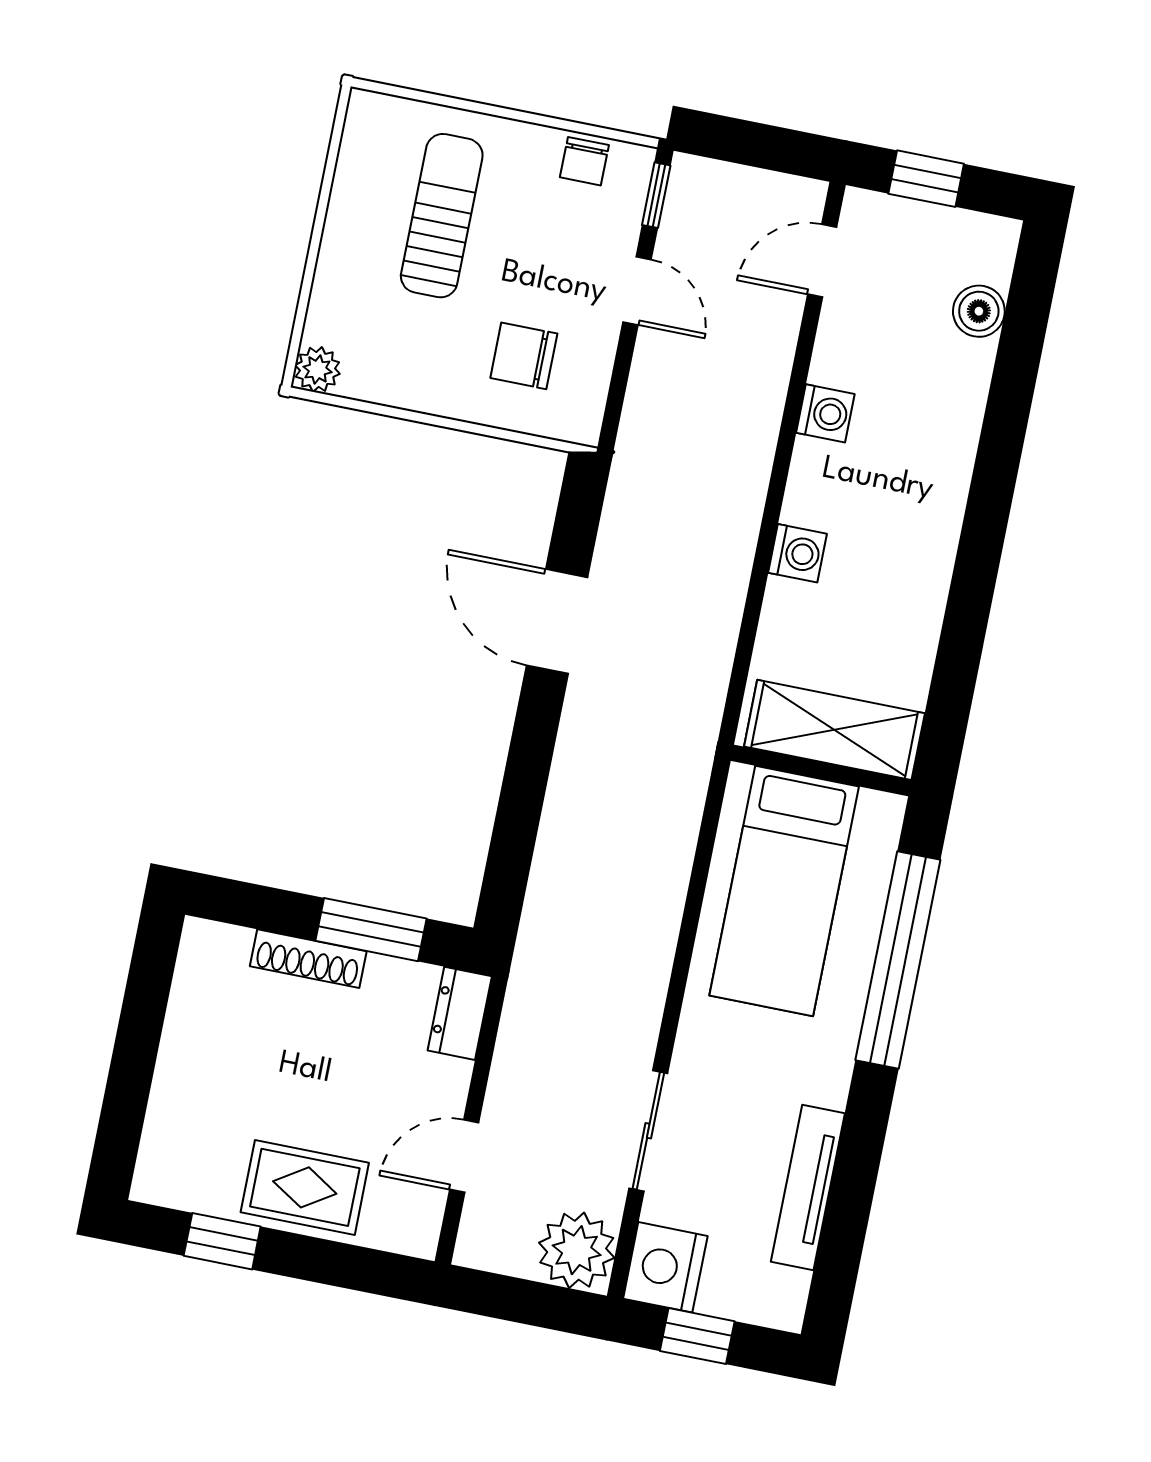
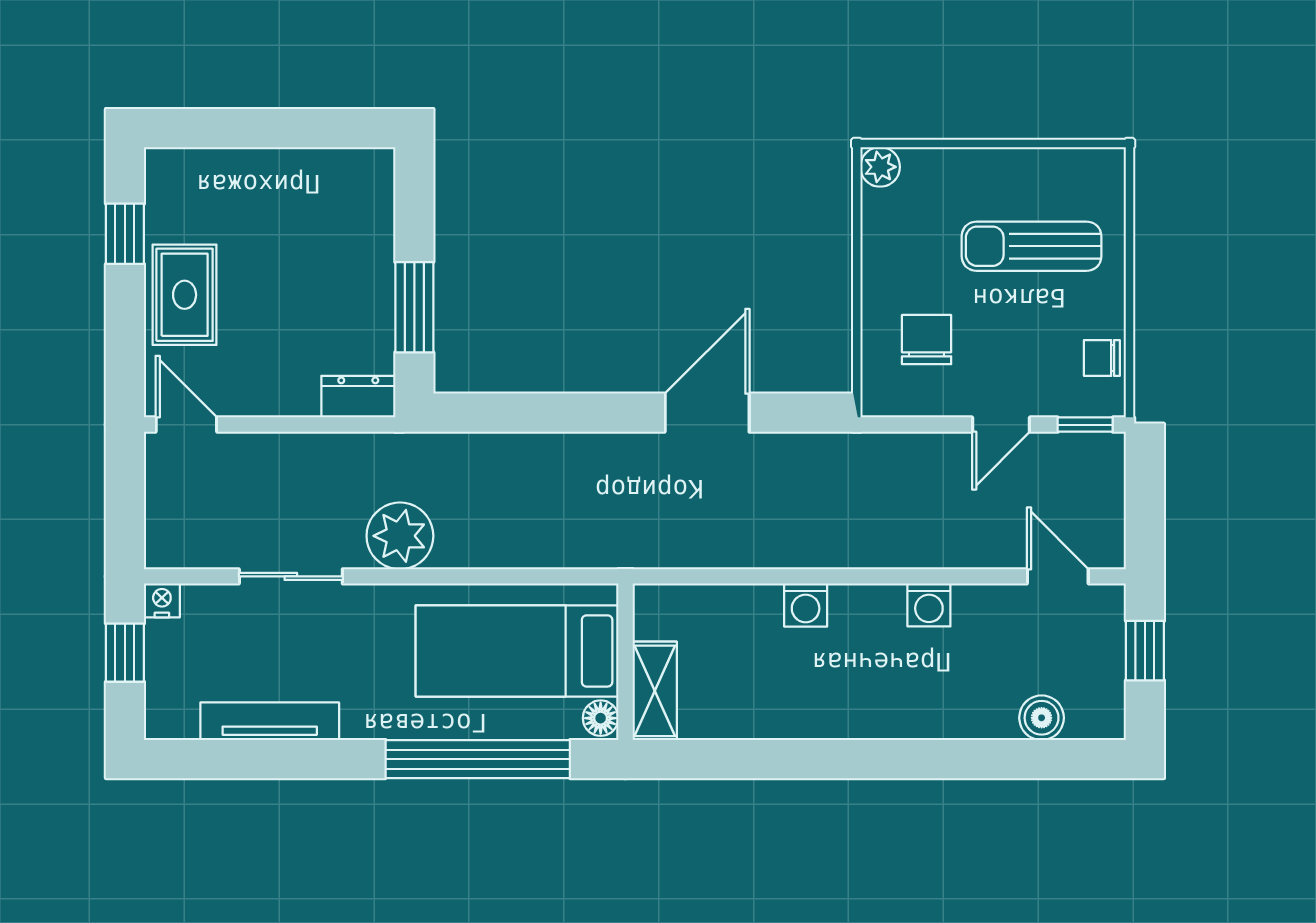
sun lounger: (442, 216) -> (1032, 246), turned 180
shelving: (834, 730) -> (655, 691), width x0.67, depth x0.75
floor lamp: (879, 811) -> (601, 718), added
shoe rack: (308, 959) -> (379, 259), removed
door: (464, 1156) -> (186, 425), moved
plant: (577, 1250) -> (400, 536), moved
nightstand: (665, 1267) -> (162, 600), width x0.53, depth x0.56

